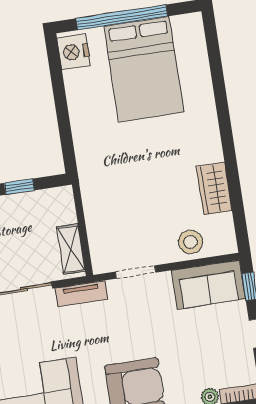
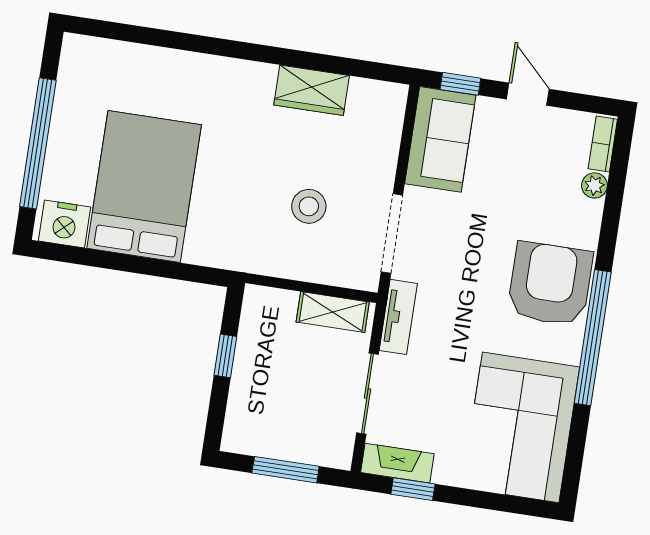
bed: (144, 69) -> (144, 187), moved, turned -90
stool: (190, 242) -> (309, 206), moved
doorway: (136, 272) -> (392, 234), width x1.38

